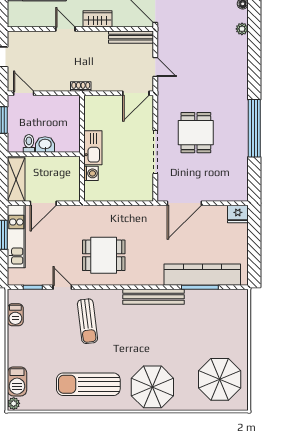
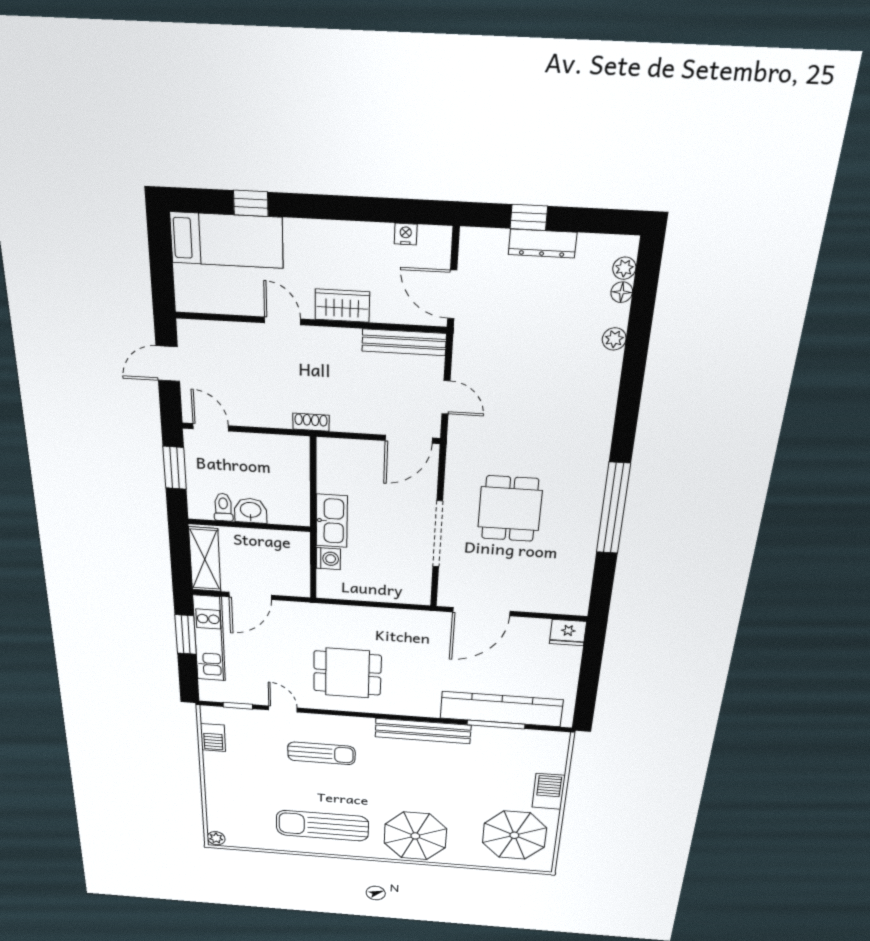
sun lounger: (87, 321) -> (321, 753), turned -83
barbecue: (17, 381) -> (549, 791), moved, turned 180

